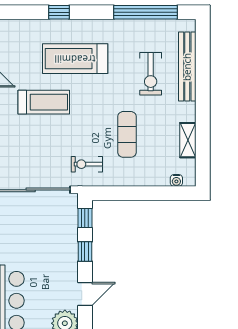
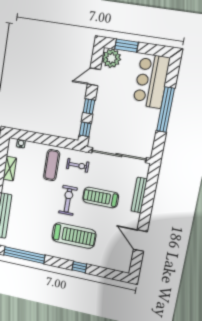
exercise bike: (151, 74) -> (68, 200), moved
treadmill: (44, 102) -> (101, 197), moved
exercise mat: (127, 134) -> (52, 165), moved

